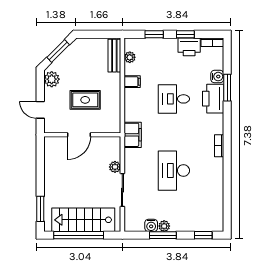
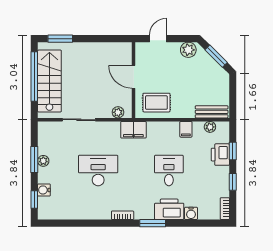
printer: (189, 47) -> (220, 155), moved
window: (227, 88) -> (153, 223), moved
rug: (85, 100) -> (156, 103), moved, turned 90
plant: (115, 167) -> (118, 112), moved
water cooler: (151, 225) -> (44, 190), moved

